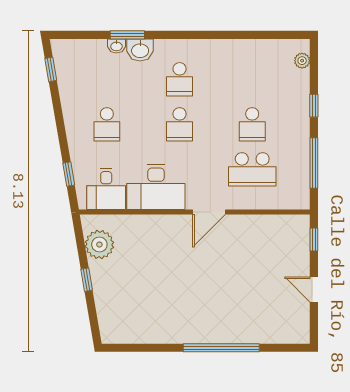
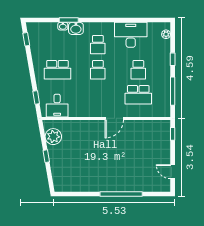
school desk: (107, 124) -> (57, 70), width x1.85
desk: (156, 187) -> (131, 35), moved, turned 180
door: (314, 290) -> (173, 172), moved

